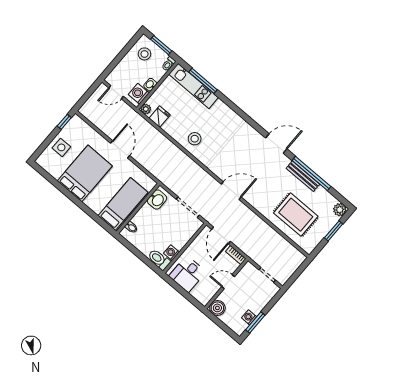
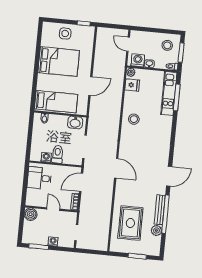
door: (276, 143) -> (169, 176), hinge flipped
door: (120, 149) -> (90, 86), moved
plant: (340, 210) -> (156, 231), moved
toilet: (159, 260) -> (57, 154), moved
washing machine: (249, 317) -> (53, 241), moved

